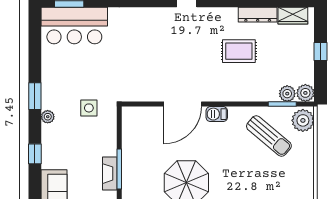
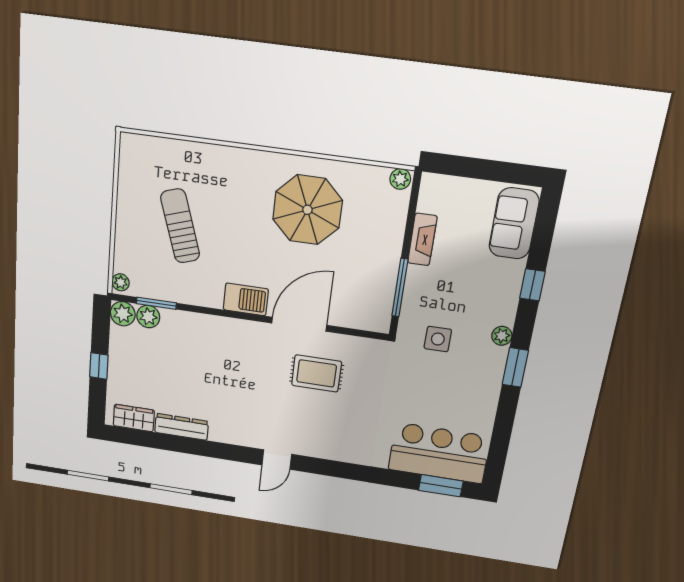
rug: (239, 51) -> (317, 373), moved
barbecue: (217, 114) -> (246, 299), width x1.38, depth x1.27
plant: (303, 120) -> (121, 282), width x0.53, depth x0.53
sun lounger: (269, 136) -> (180, 226), moved, turned 32
window: (119, 169) -> (400, 288), moved

